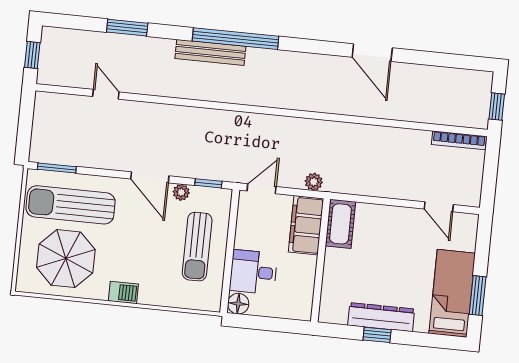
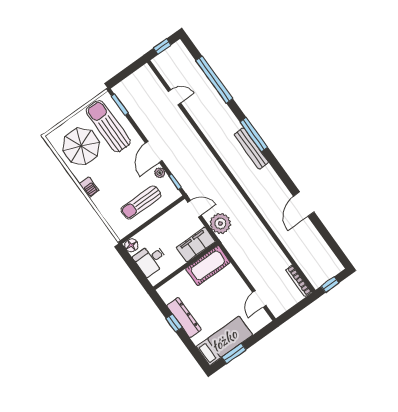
window: (127, 28) -> (214, 80), width x2.11
window: (236, 39) -> (254, 135), width x0.68
bench: (210, 52) -> (251, 148), moved
door: (106, 94) -> (174, 97), hinge flipped
plant: (314, 182) -> (220, 223), width x1.88, depth x1.88
cot: (341, 224) -> (208, 265), width x1.37, depth x1.34
desk: (253, 272) -> (151, 260), moved, turned -90

